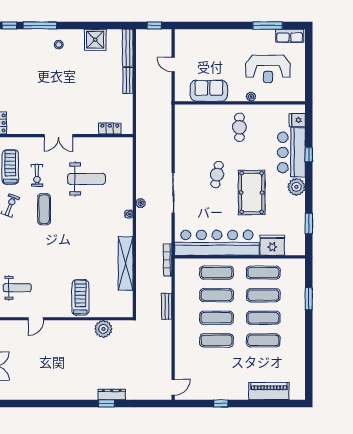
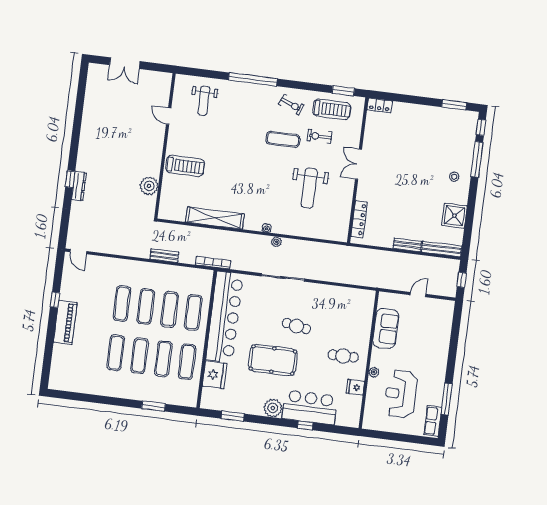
fridge: (297, 120) -> (355, 387), moved, turned -90
locker: (110, 129) -> (359, 219), width x1.53
piano: (269, 391) -> (65, 322), moved

